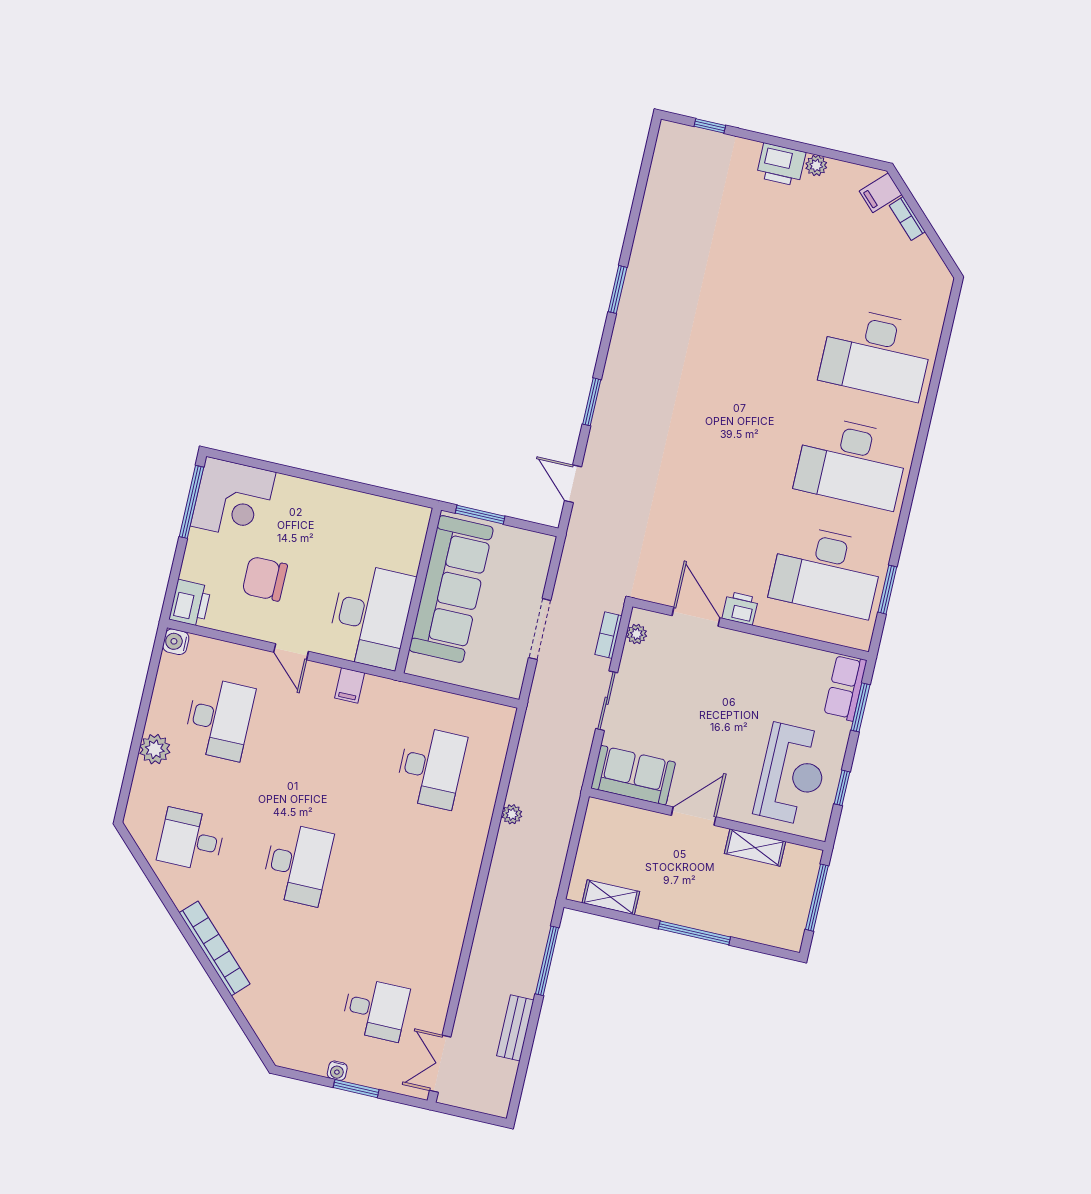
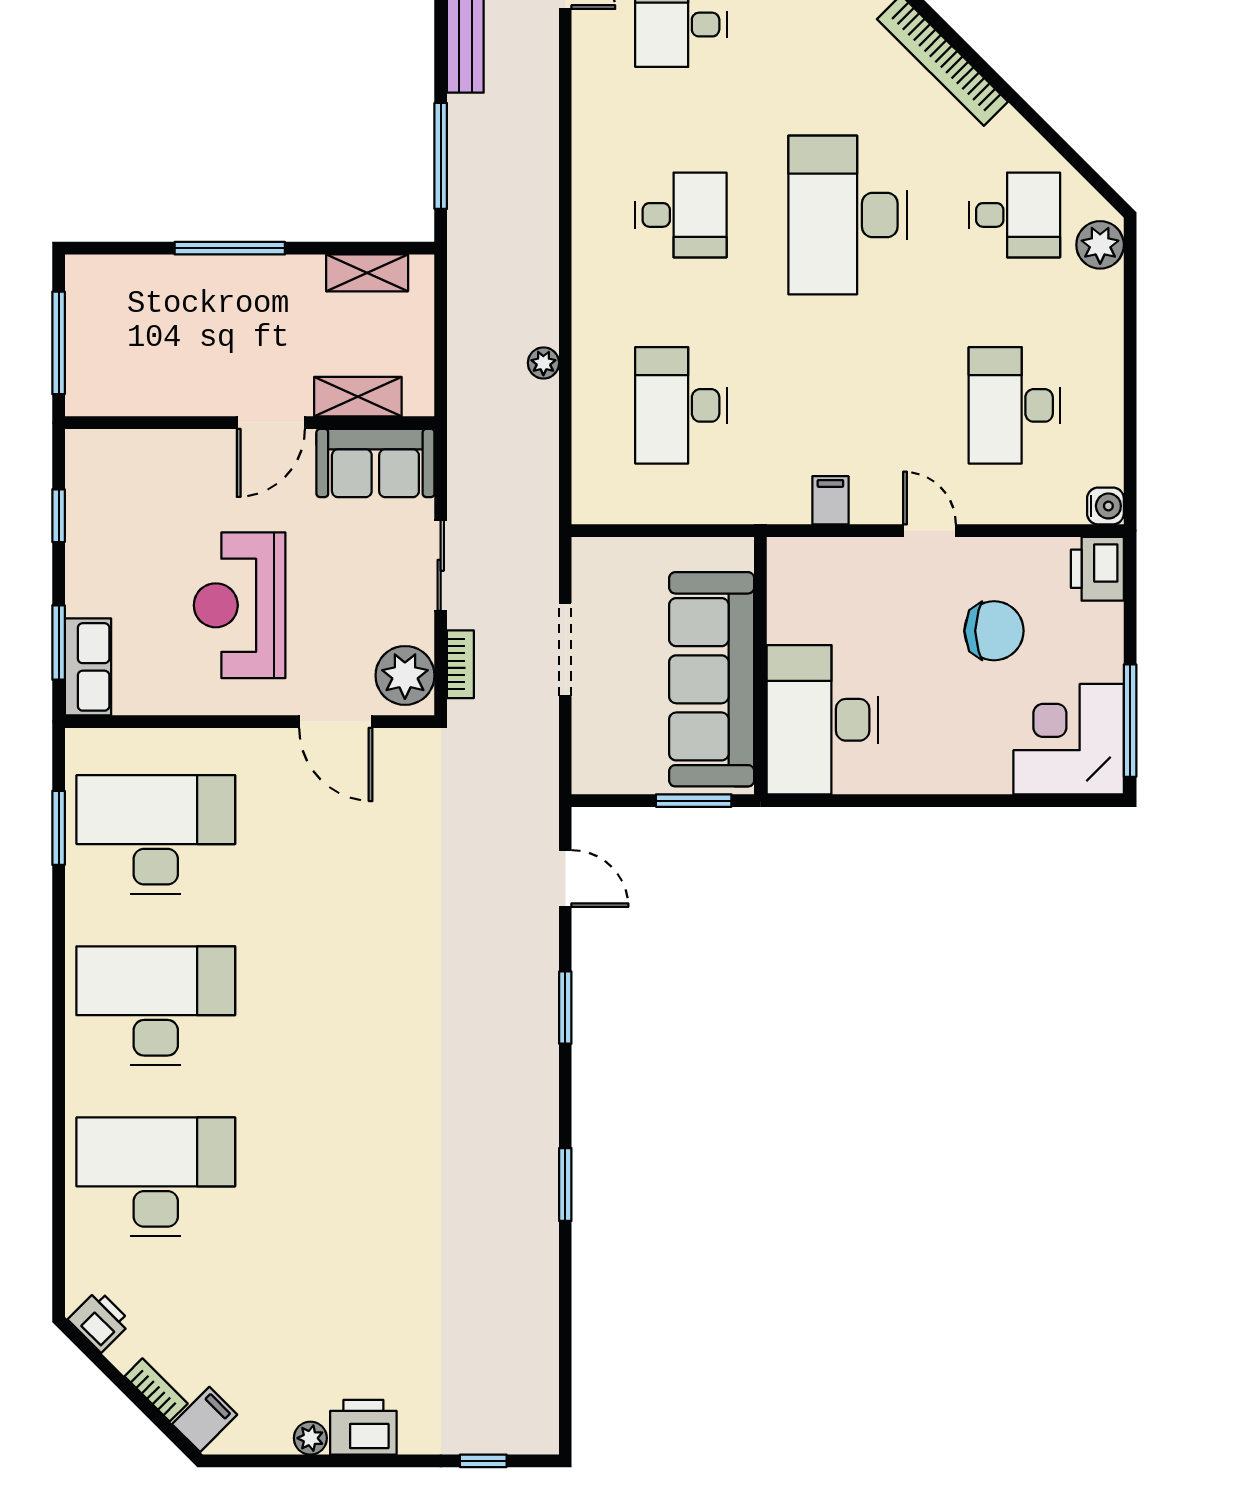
printer: (740, 608) -> (100, 1321), moved, turned -135
desk: (371, 616) -> (822, 720), moved
plant: (637, 634) -> (405, 675), width x1.88, depth x1.88
plant: (155, 749) -> (1100, 245), moved
reception desk: (792, 774) -> (240, 605), moved
shelving: (755, 847) -> (358, 397), moved
desk: (297, 864) -> (848, 215), width x1.36, depth x1.30
desk: (403, 888) -> (681, 215), added

